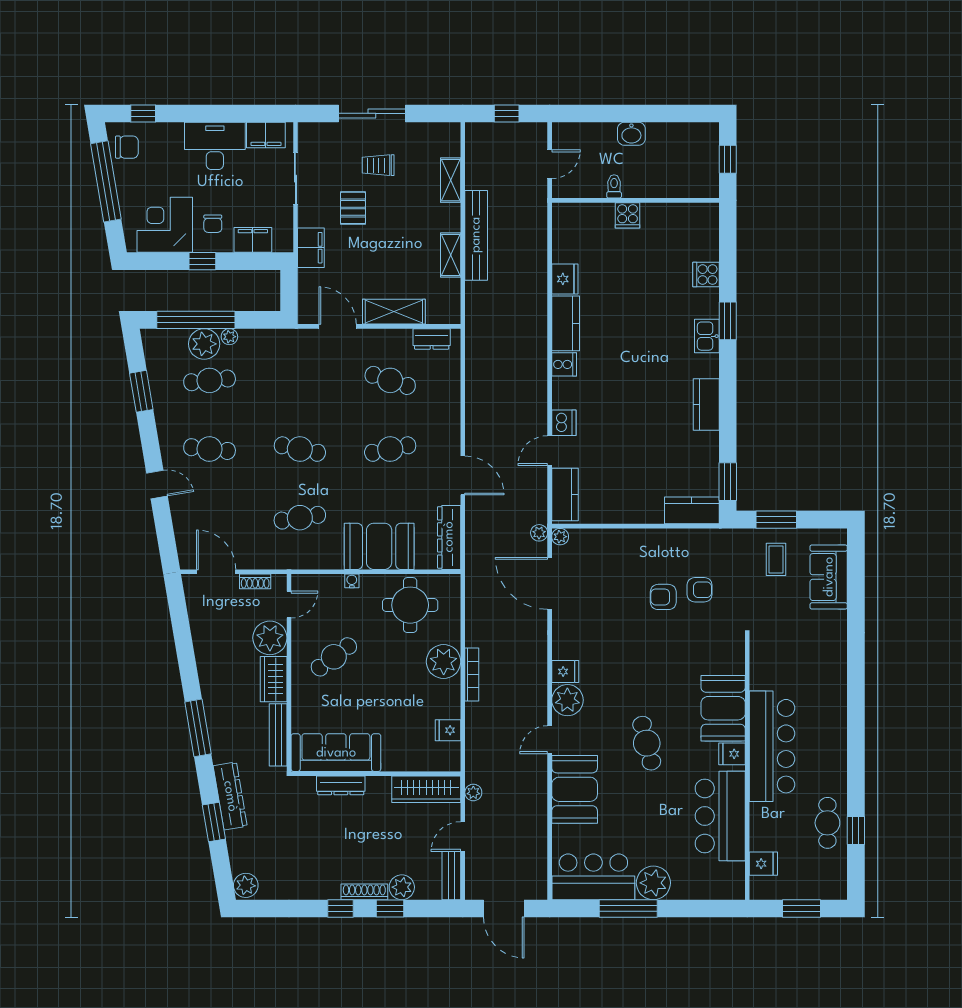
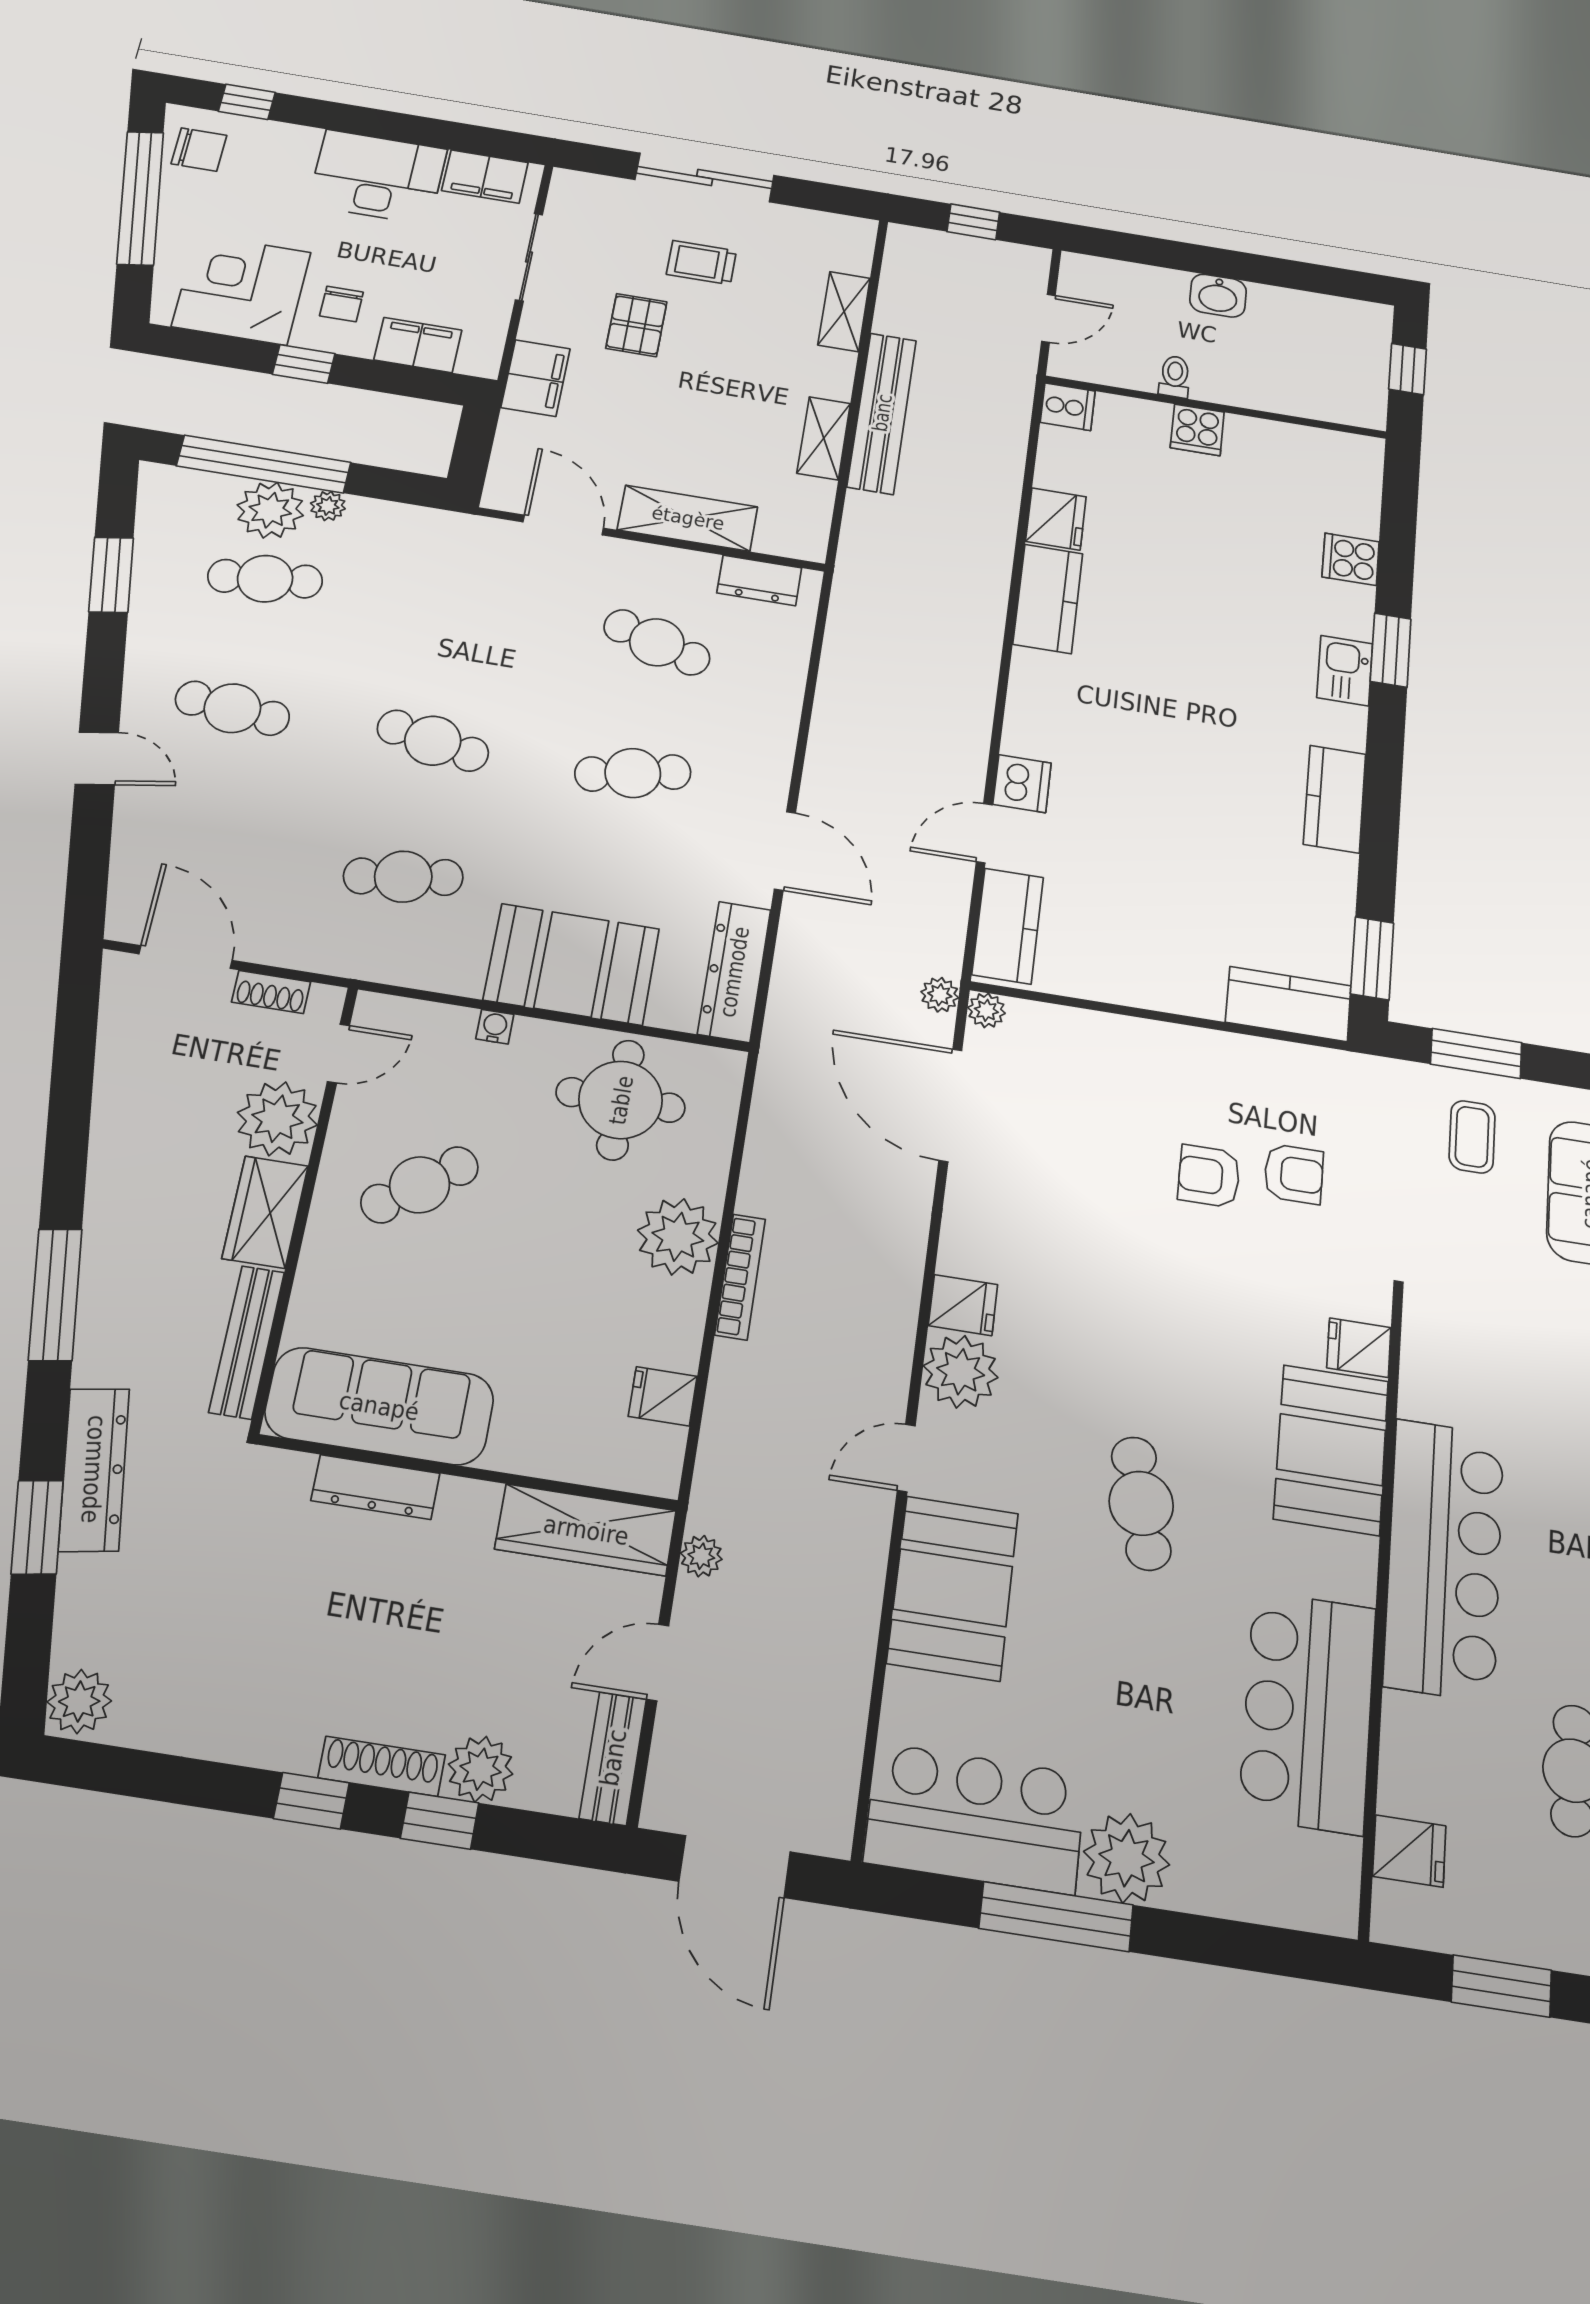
cooker: (564, 364) -> (1068, 407), moved
fridge: (732, 754) -> (1359, 1348), moved

